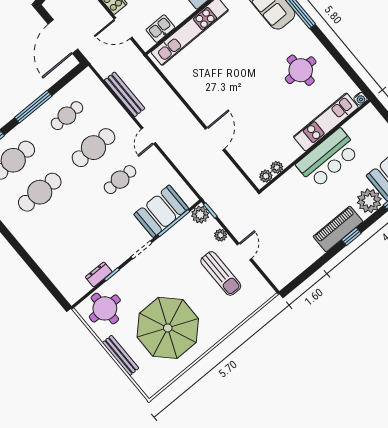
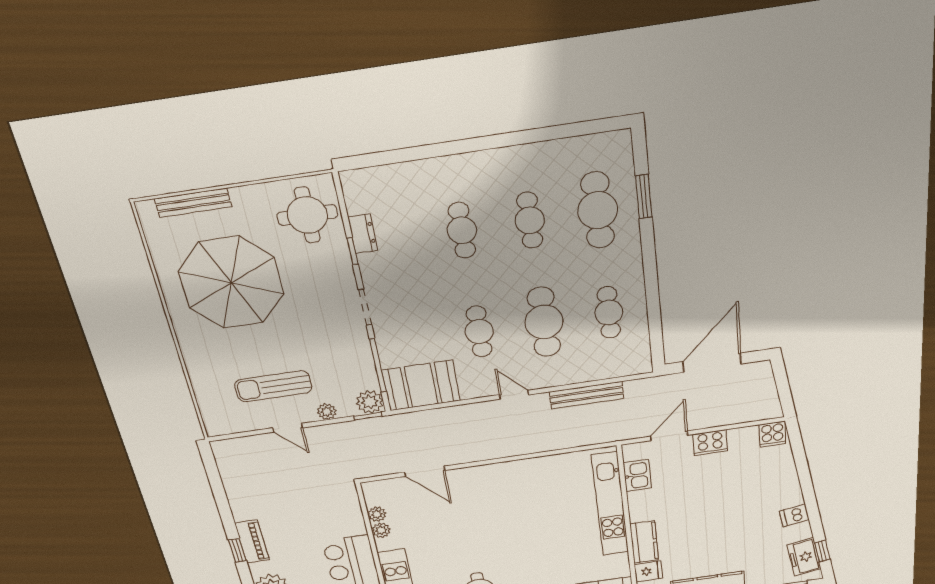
door: (63, 37) -> (712, 363), hinge flipped
window: (33, 107) -> (651, 277), removed
door: (215, 139) -> (425, 471), moved
plant: (266, 176) -> (381, 530), moved
cafe table: (40, 192) -> (530, 220), width x0.73, depth x0.74
booth: (161, 211) -> (421, 385), moved, turned 90
cafe table: (66, 224) -> (462, 230), added
piano: (338, 229) -> (252, 542), width x0.73, depth x0.75
bench: (121, 355) -> (193, 203), moved

